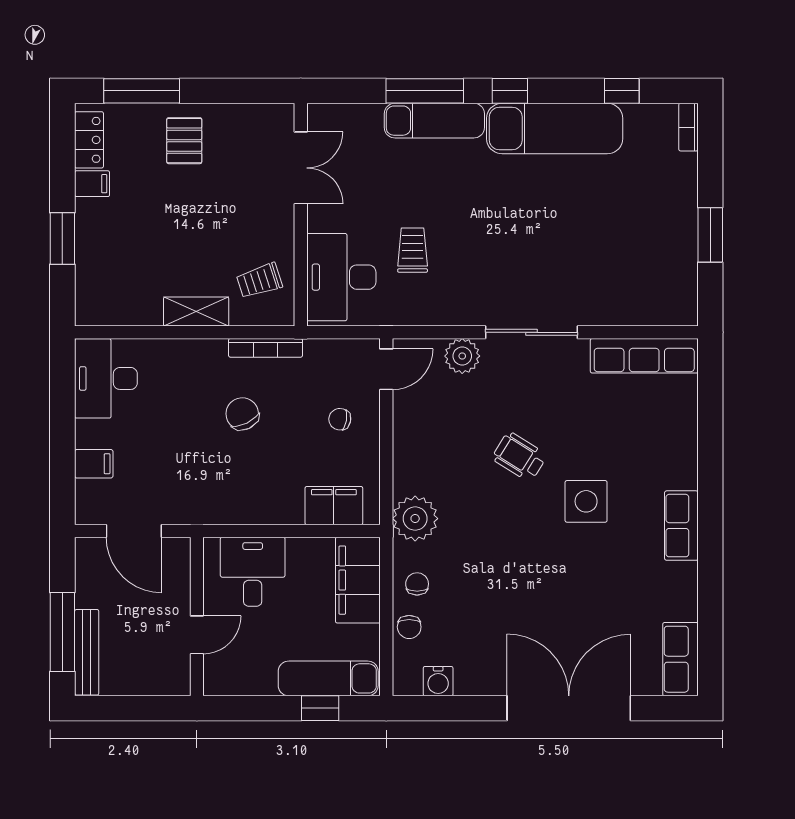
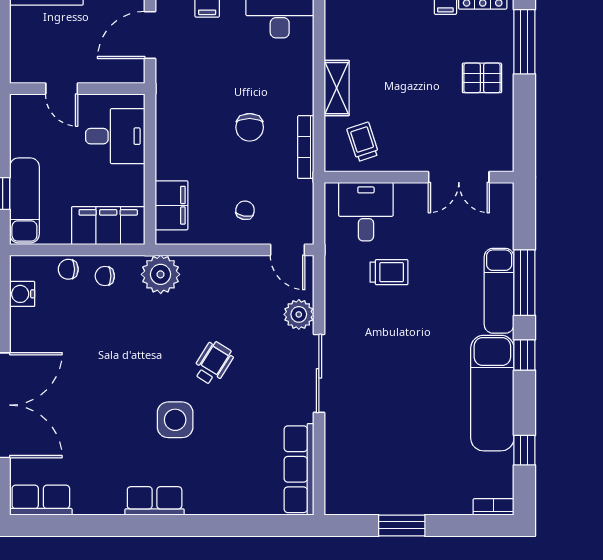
desk: (341, 277) -> (366, 212), width x0.73
chair: (242, 414) -> (250, 127), turned 116
chair: (417, 584) -> (105, 276), turned 180

